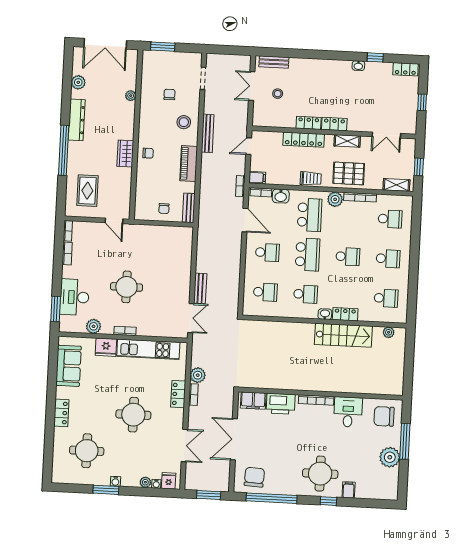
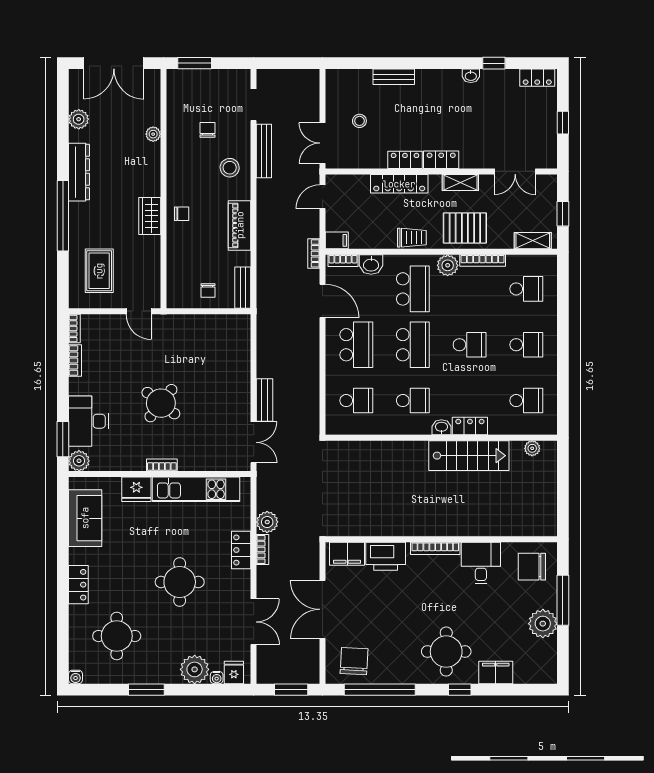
bench: (274, 62) -> (394, 77), moved
double door: (252, 86) -> (322, 143), moved
bench: (208, 133) -> (264, 151), moved
school desk: (267, 252) -> (356, 345), width x1.85
round table: (126, 287) -> (161, 403), turned 38
plant: (93, 326) -> (79, 461), moved
water cooler: (115, 481) -> (76, 677), moved
plant: (145, 482) -> (195, 669), width x1.87, depth x1.87
filing cabinet: (349, 490) -> (496, 672), width x2.00

